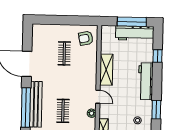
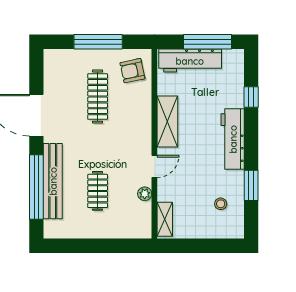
window: (65, 20) -> (98, 42), added
workbench: (135, 33) -> (190, 61), moved
clothes rail: (64, 53) -> (98, 97), width x1.36
door: (98, 97) -> (154, 166), hinge flipped

